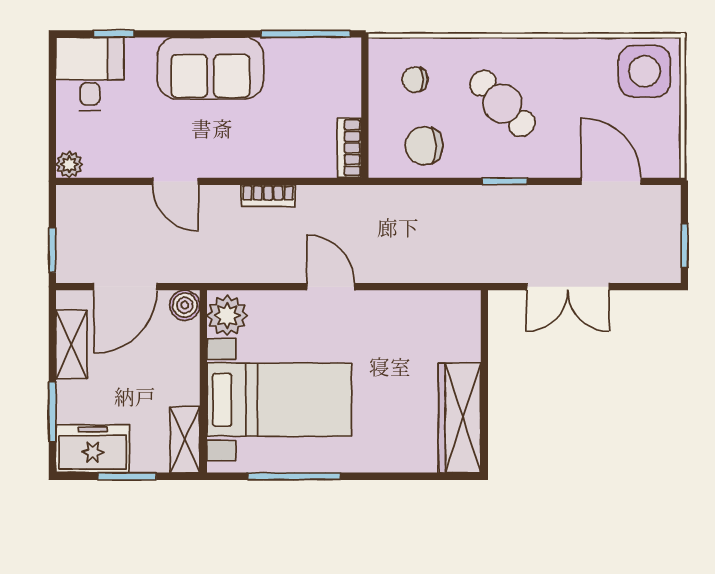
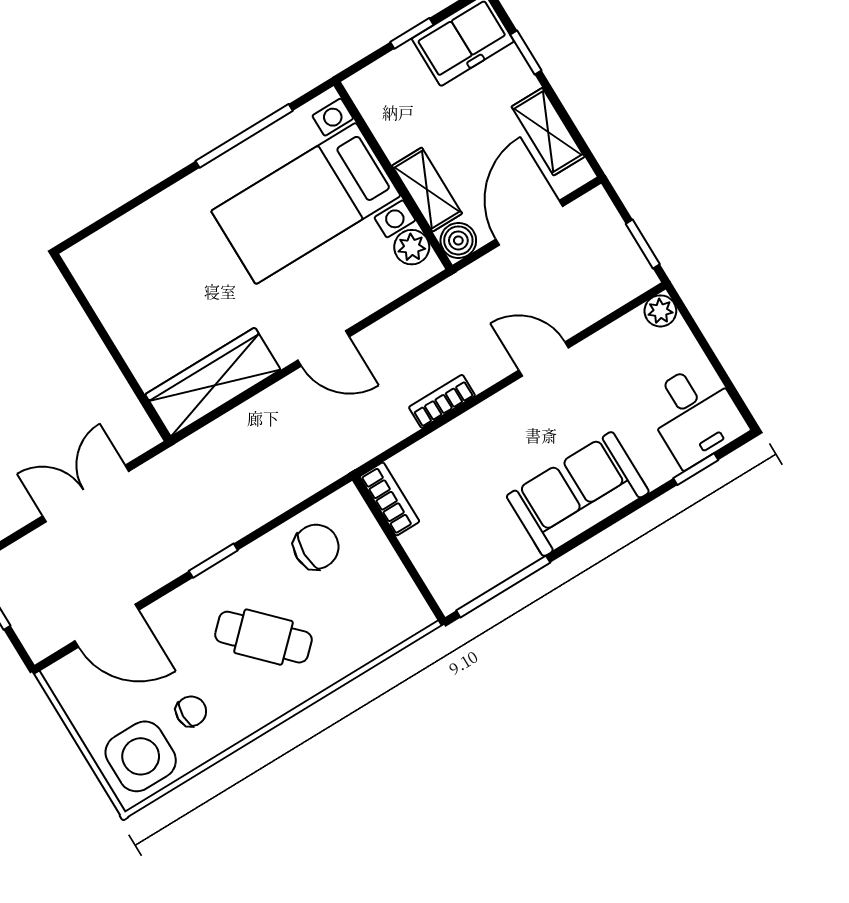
chair: (415, 80) -> (191, 711), moved
window: (52, 250) -> (643, 244), moved
plant: (227, 315) -> (412, 247), width x0.73, depth x0.73
window: (52, 412) -> (526, 52), width x0.67
wardrobe: (460, 418) -> (213, 382), moved, turned -90
shelving: (185, 440) -> (427, 190), moved
window: (127, 476) -> (412, 33), width x0.67

